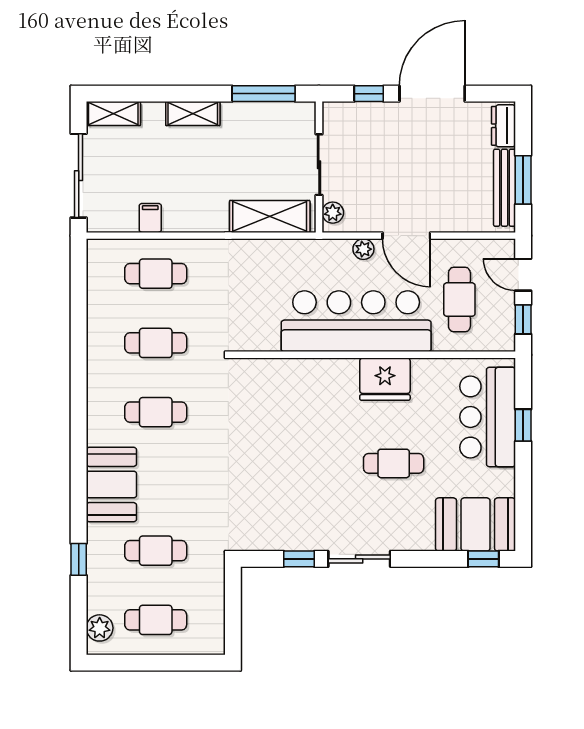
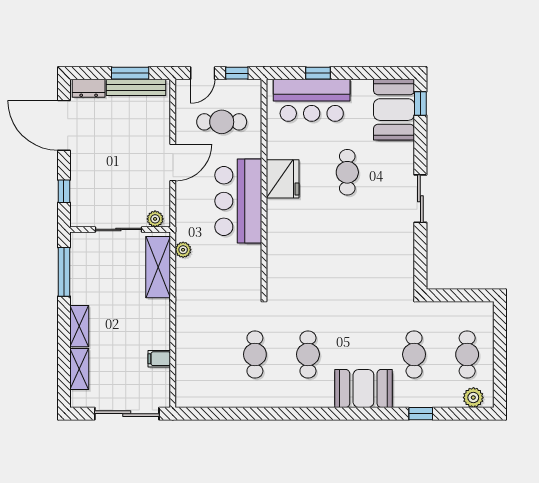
door: (432, 94) -> (64, 125), moved
shelving: (113, 114) -> (79, 369), moved
plant: (363, 249) -> (183, 250), moved
cafe table: (156, 274) -> (202, 354), removed
bar counter: (356, 321) -> (238, 201), width x0.73
window: (299, 559) -> (420, 245), removed

